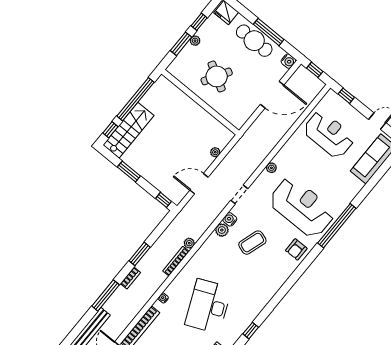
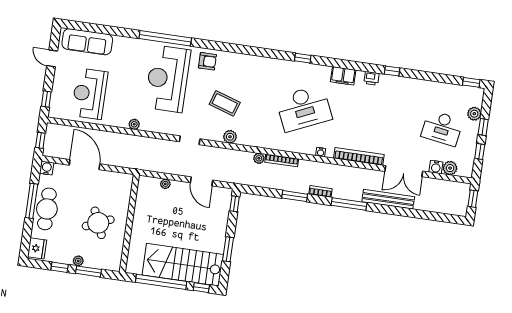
round table: (217, 76) -> (98, 223), turned 37
stairs: (128, 130) -> (183, 265), width x1.36, depth x1.51
plant: (271, 168) -> (134, 124), moved
water cooler: (230, 219) -> (216, 135), removed

